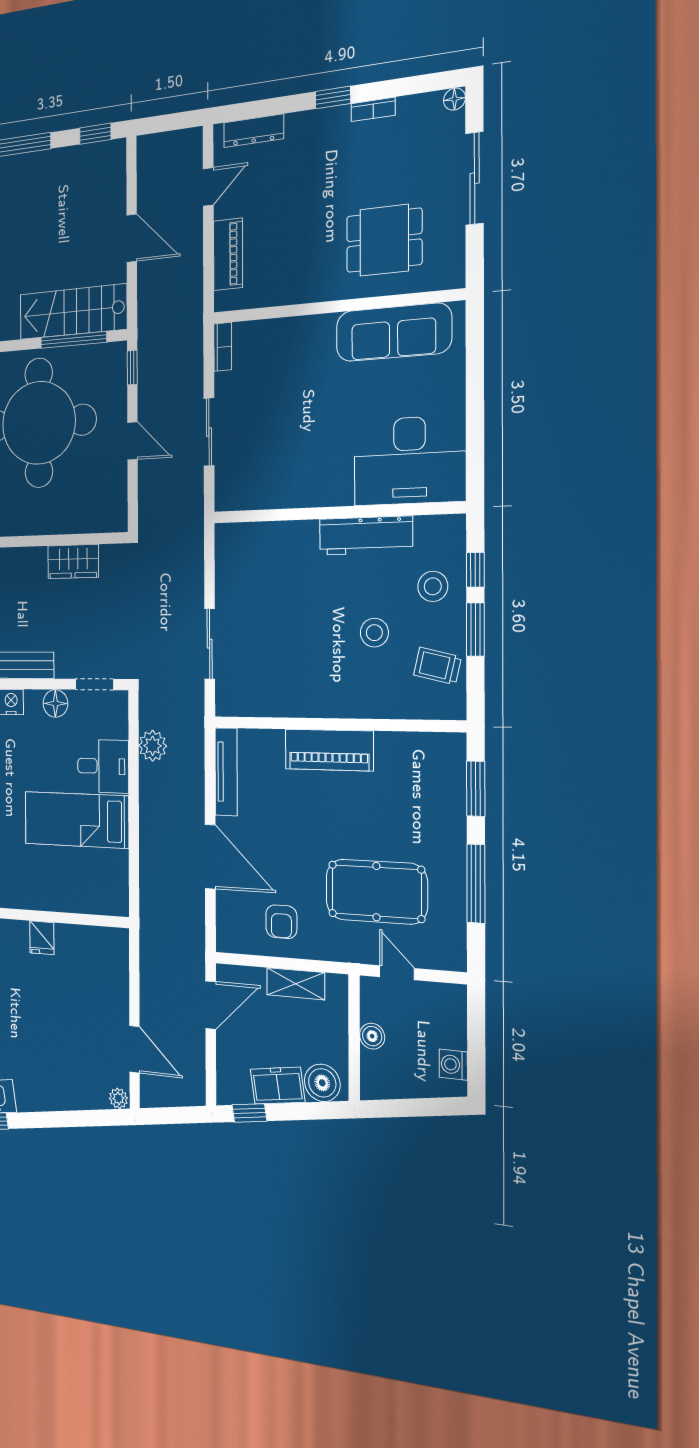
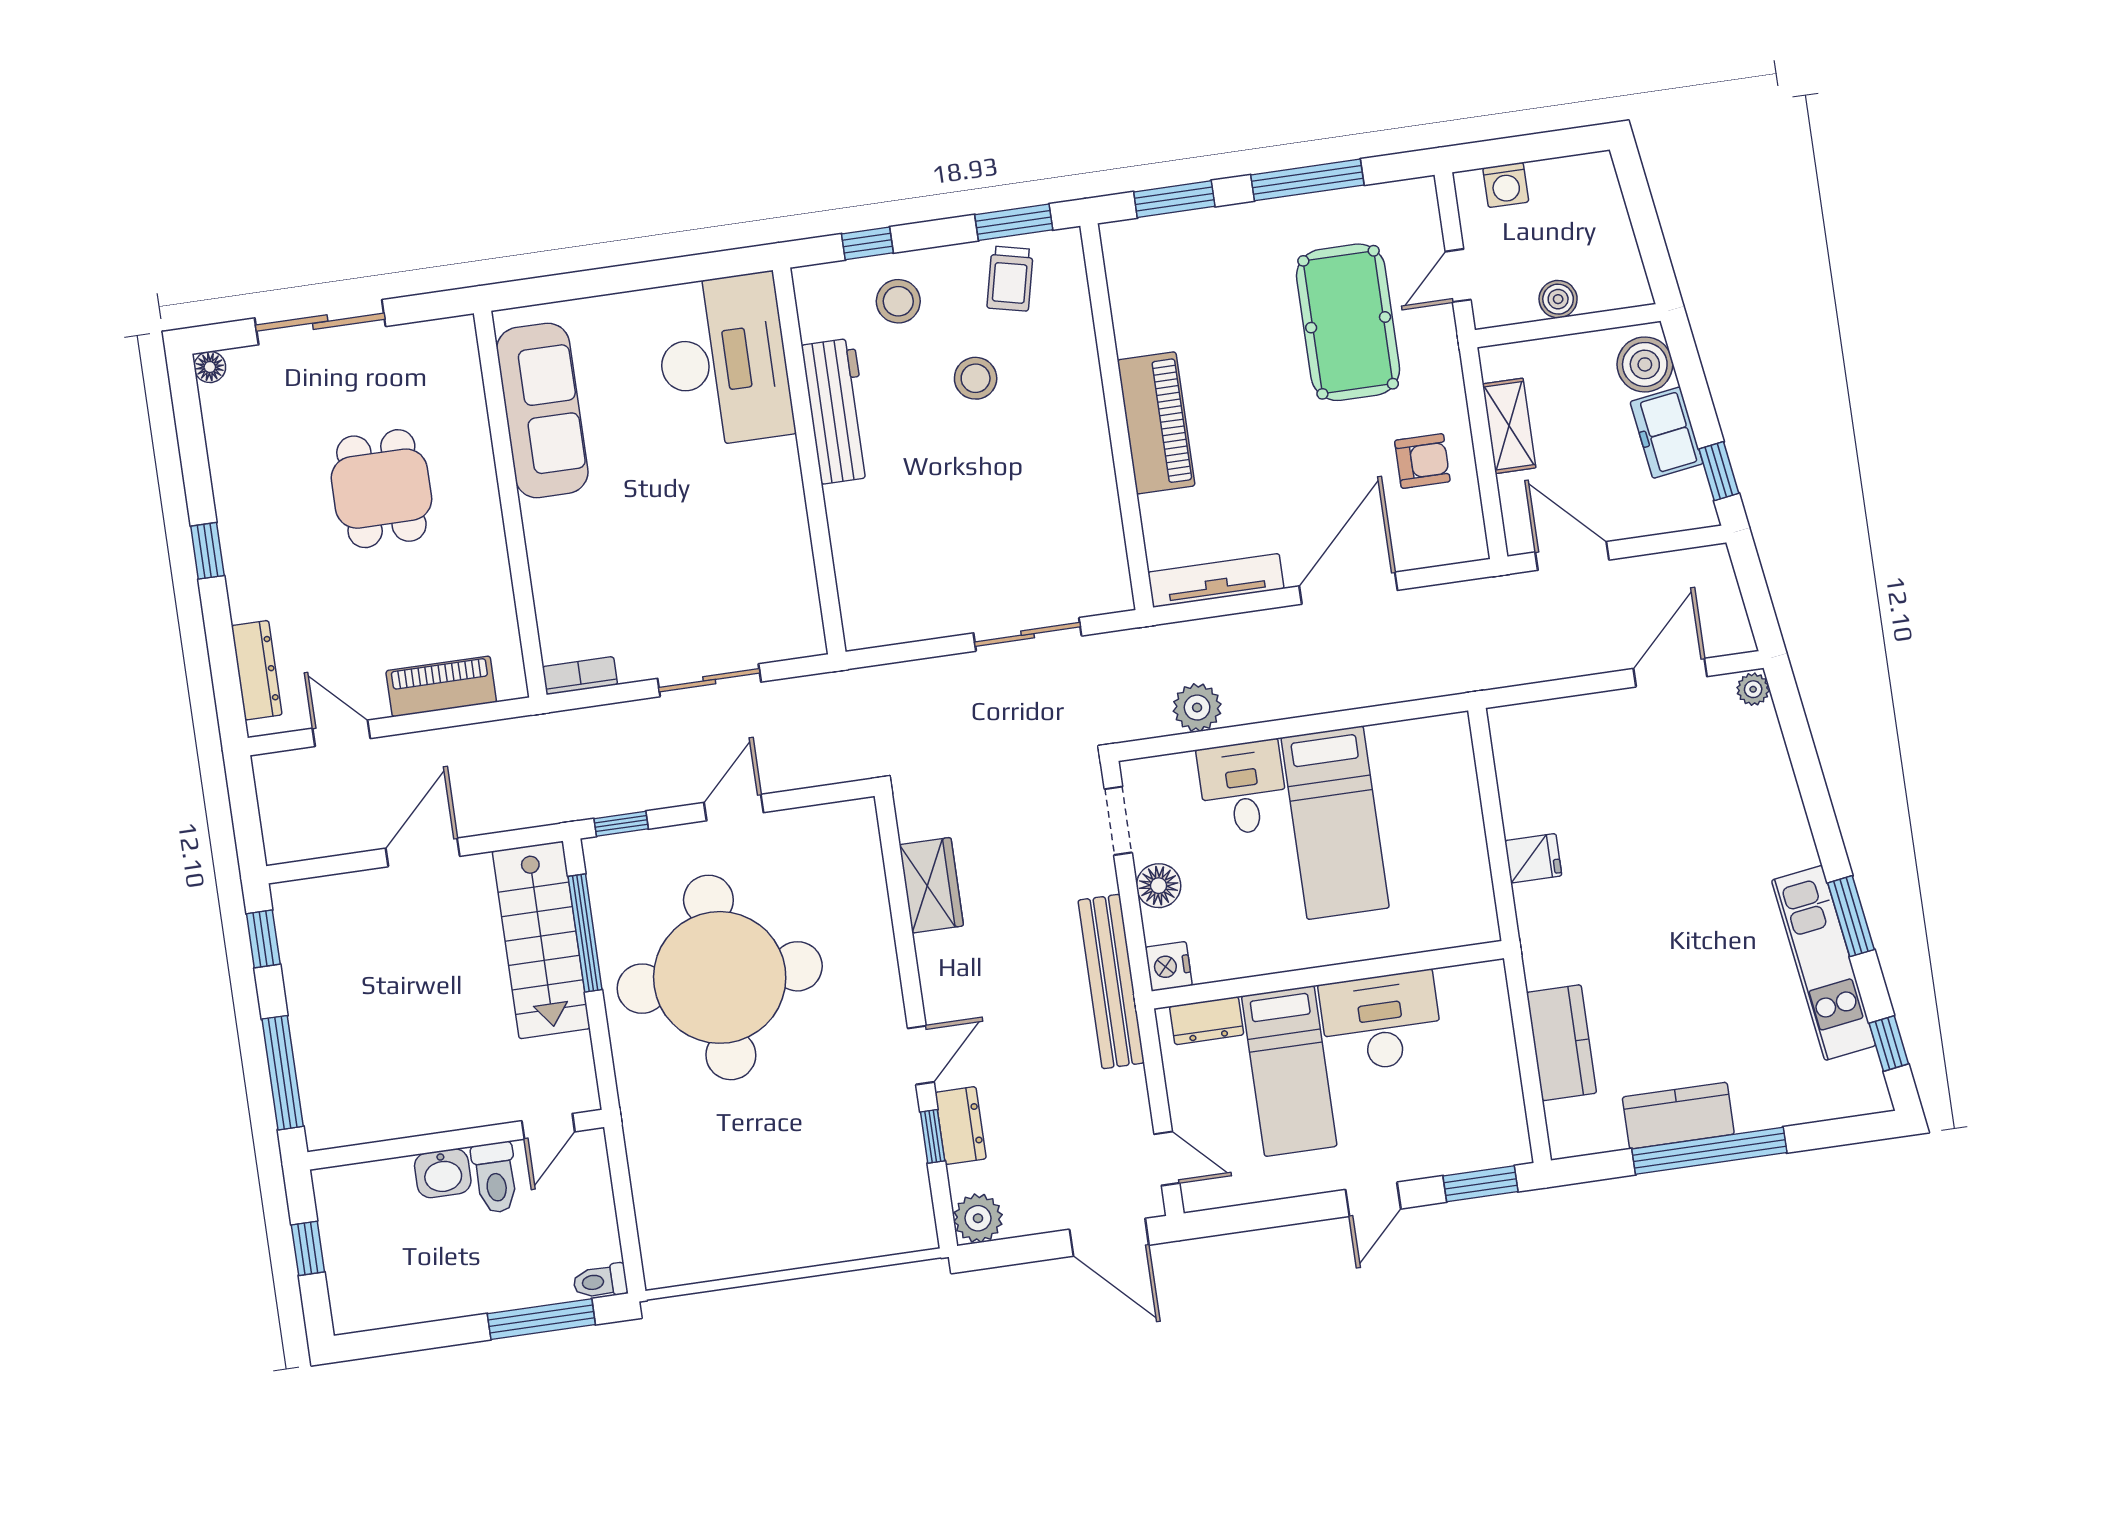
bookcase: (373, 109) -> (225, 486), removed
dining table: (384, 240) -> (381, 489), moved
window: (475, 629) -> (1014, 222), moved
washing machine: (453, 1065) -> (1506, 185), moved

